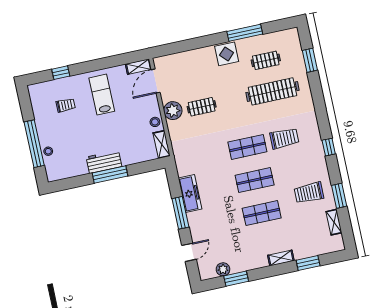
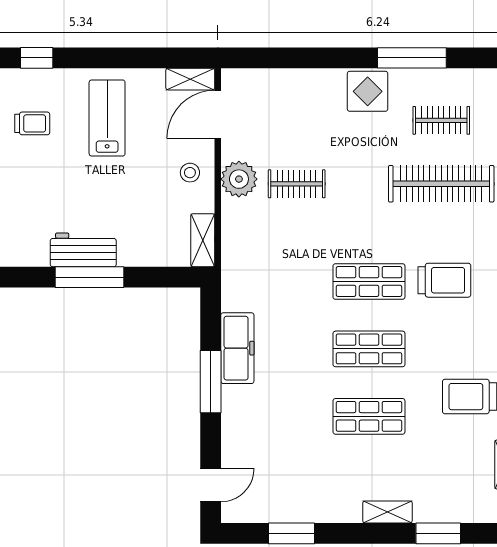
stool: (155, 122) -> (190, 173), moved
door: (189, 252) -> (211, 485), moved
plant: (223, 269) -> (270, 510), removed

